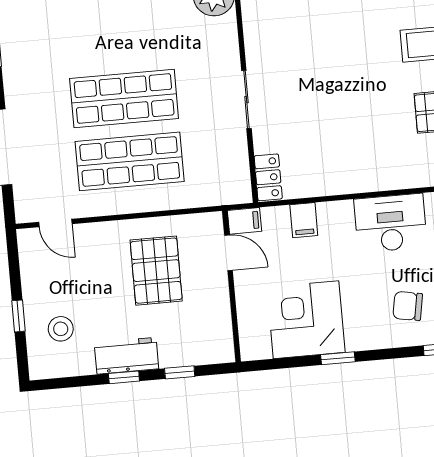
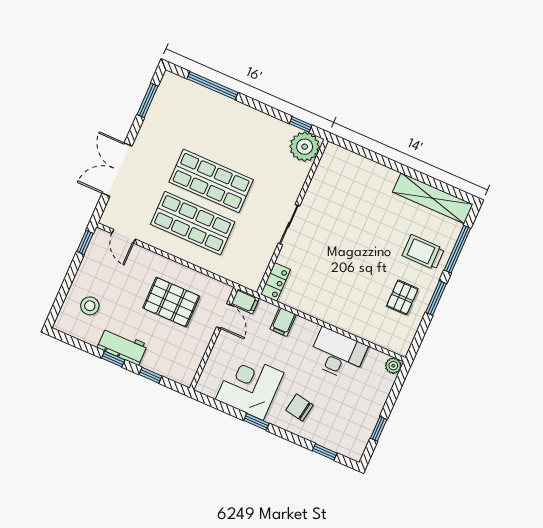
pallet: (156, 271) -> (171, 302), turned 90
chair: (408, 306) -> (300, 408), moved
window: (18, 316) -> (85, 242), moved

